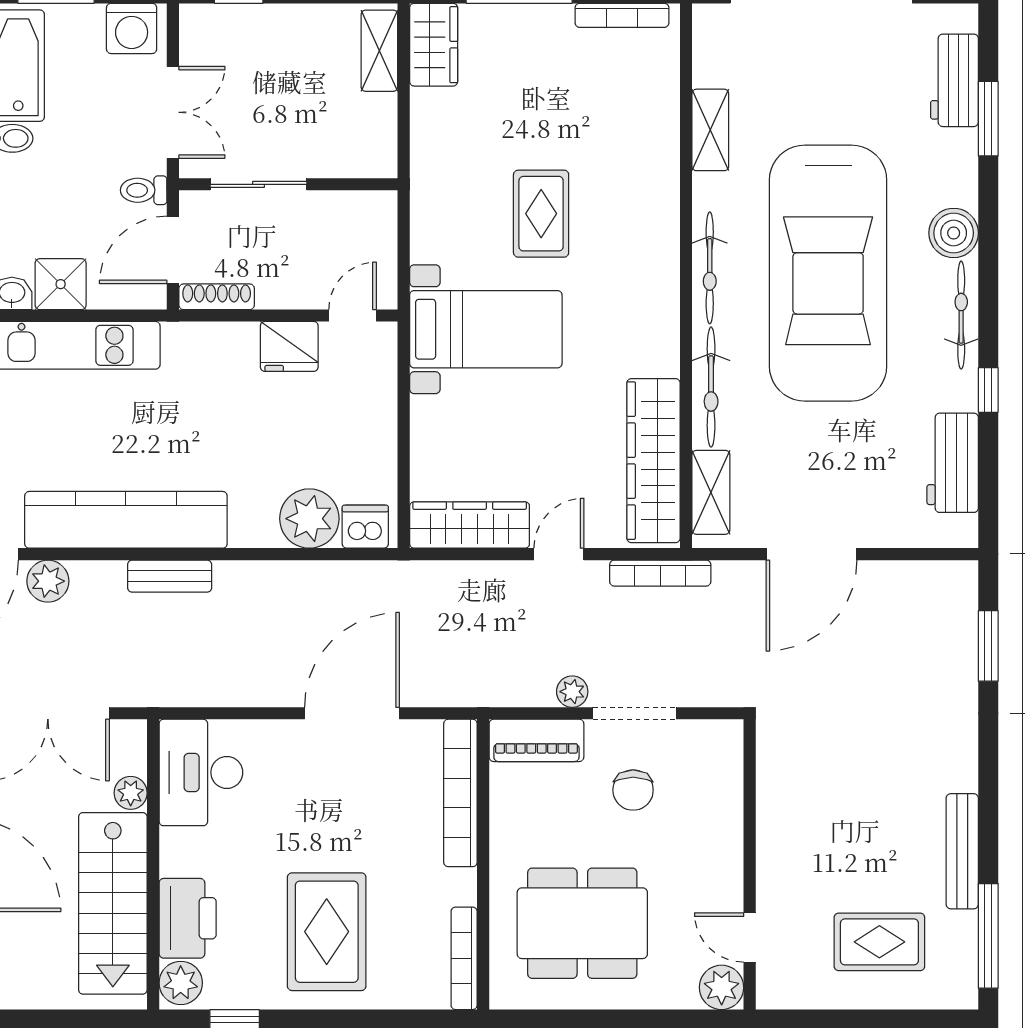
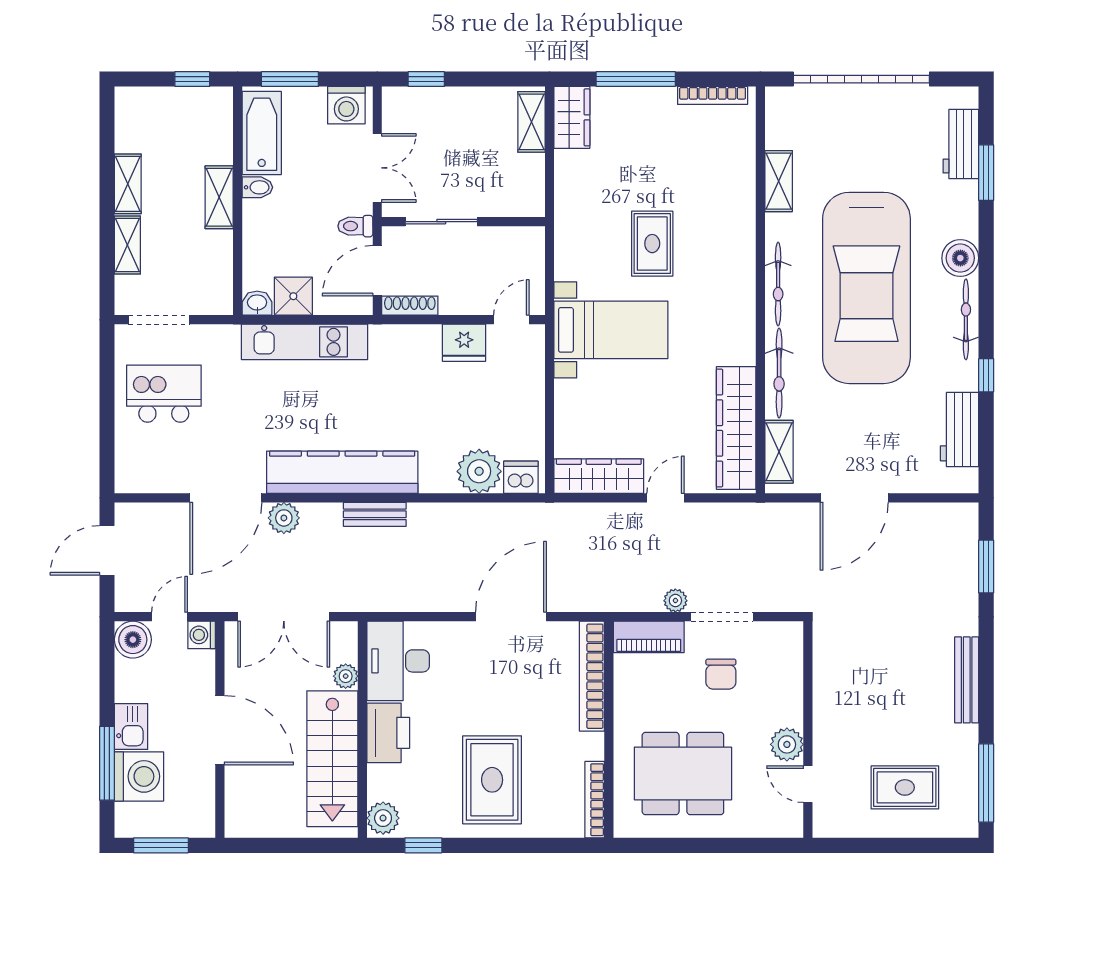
bookcase: (660, 573) -> (741, 512), removed
bench: (962, 851) -> (967, 680), moved
printer: (188, 918) -> (388, 733), moved
plant: (722, 987) -> (787, 744), moved

